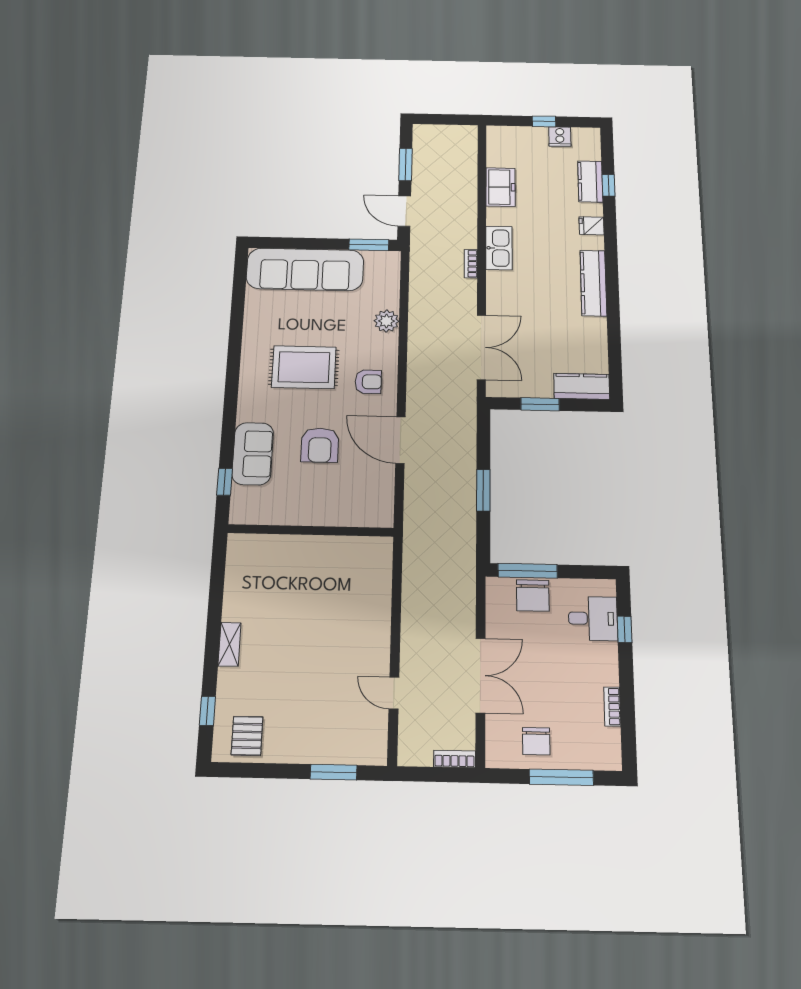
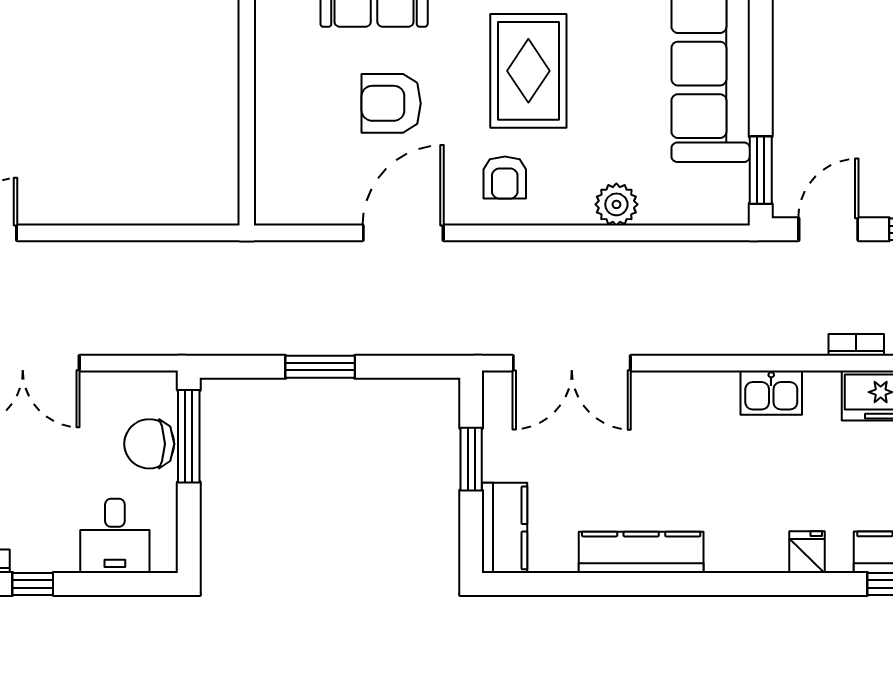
kitchen sink: (499, 248) -> (771, 393), width x0.73
bookcase: (471, 264) -> (856, 345), moved
kitchen counter: (593, 283) -> (641, 552), moved
window: (625, 629) -> (33, 584), moved

